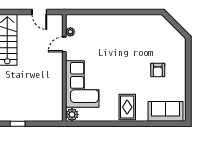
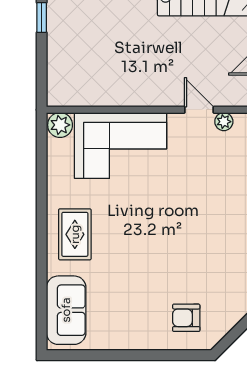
armchair: (158, 70) -> (186, 318), moved
rug: (127, 107) -> (75, 234), turned 90

